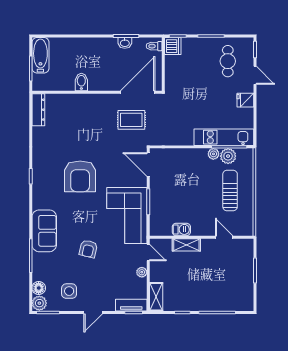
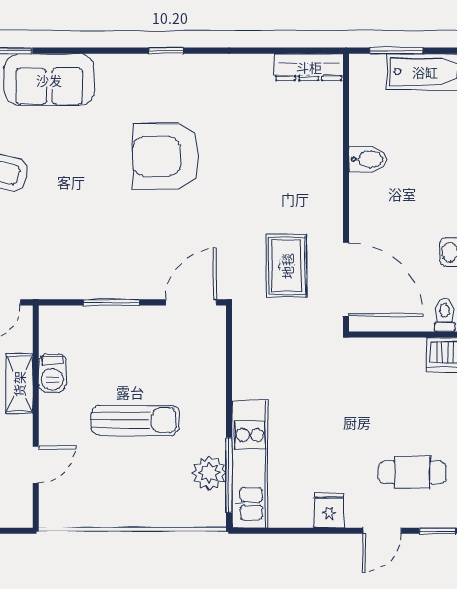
plant: (213, 154) -> (214, 442), removed
sun lounger: (230, 191) -> (135, 420), moved
corner sofa: (127, 215) -> (82, 257), removed

